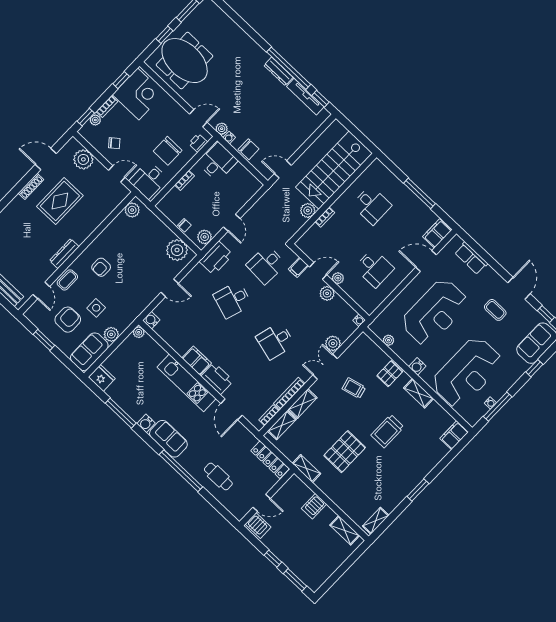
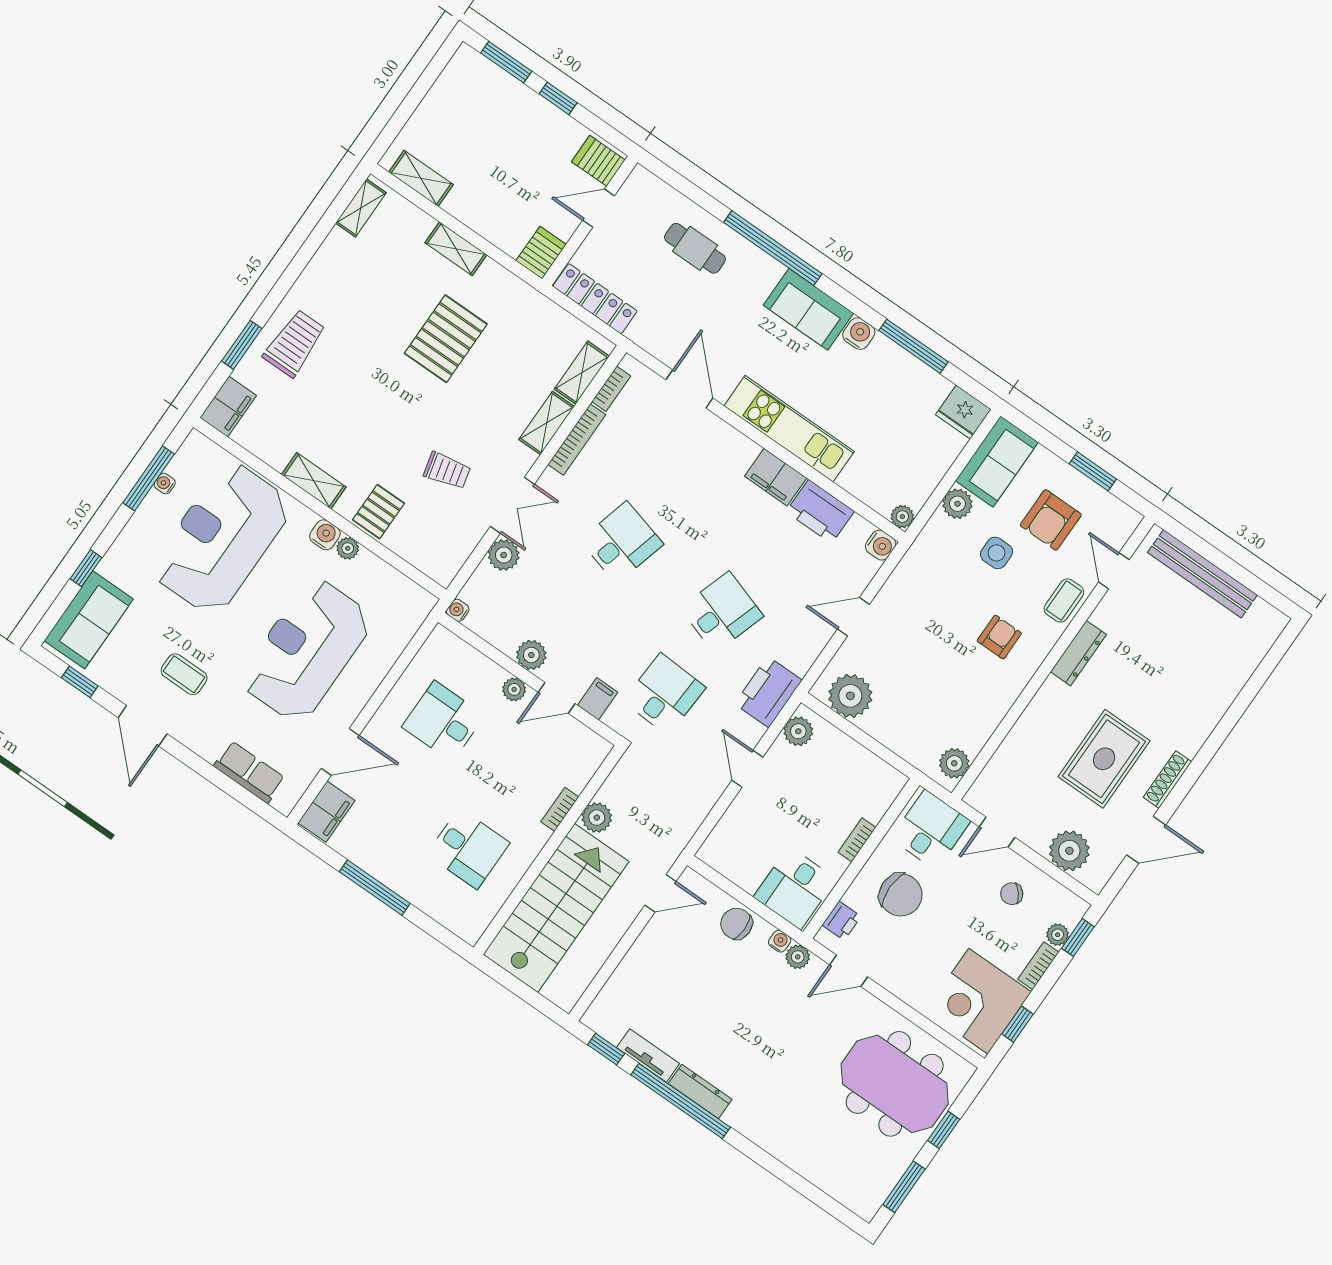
tv unit: (305, 97) -> (648, 1056), width x0.71
chair: (168, 151) -> (901, 895), turned 90
desk: (372, 205) -> (468, 848), turned 180
chair: (184, 225) -> (843, 749), removed
plant: (389, 340) -> (348, 548), moved
printer: (217, 378) -> (820, 512), moved
trolley: (387, 431) -> (294, 343), moved
shelving: (306, 469) -> (456, 249), moved
window: (418, 490) -> (242, 345), moved
server rack: (314, 506) -> (541, 253), moved

